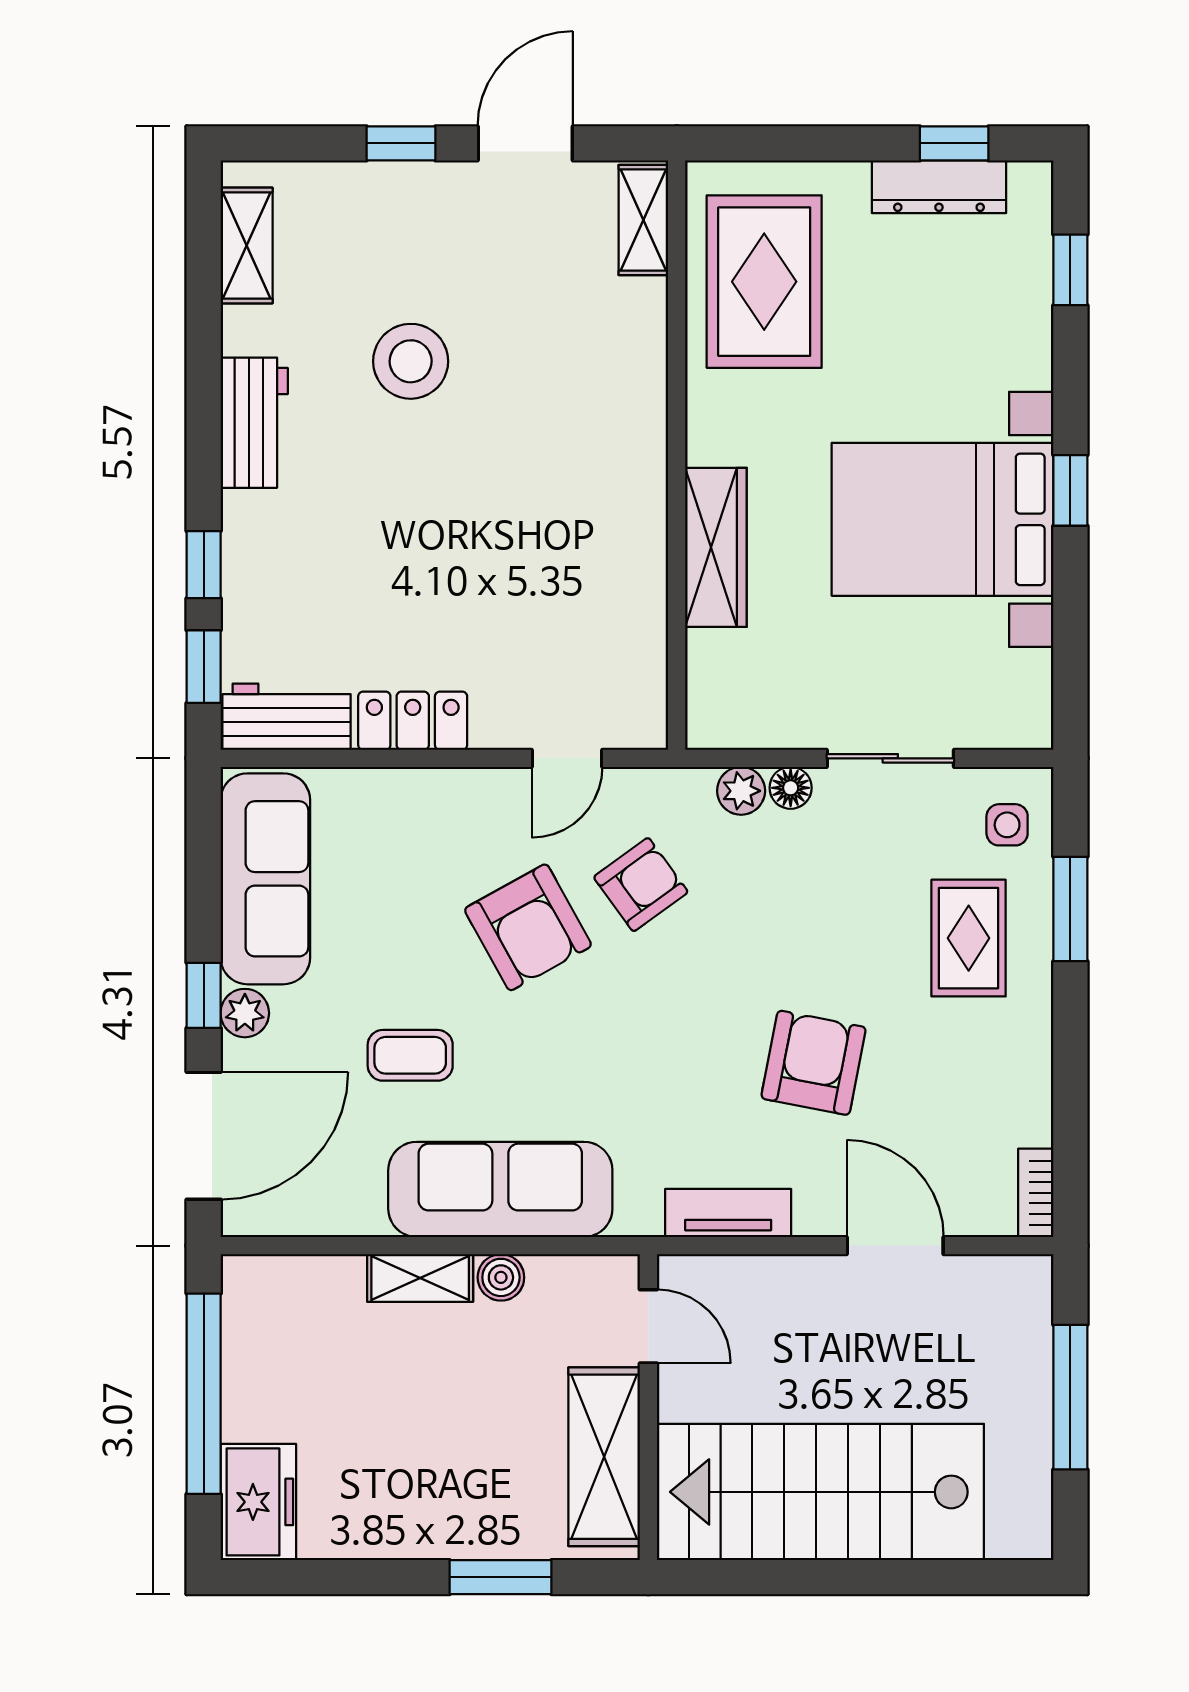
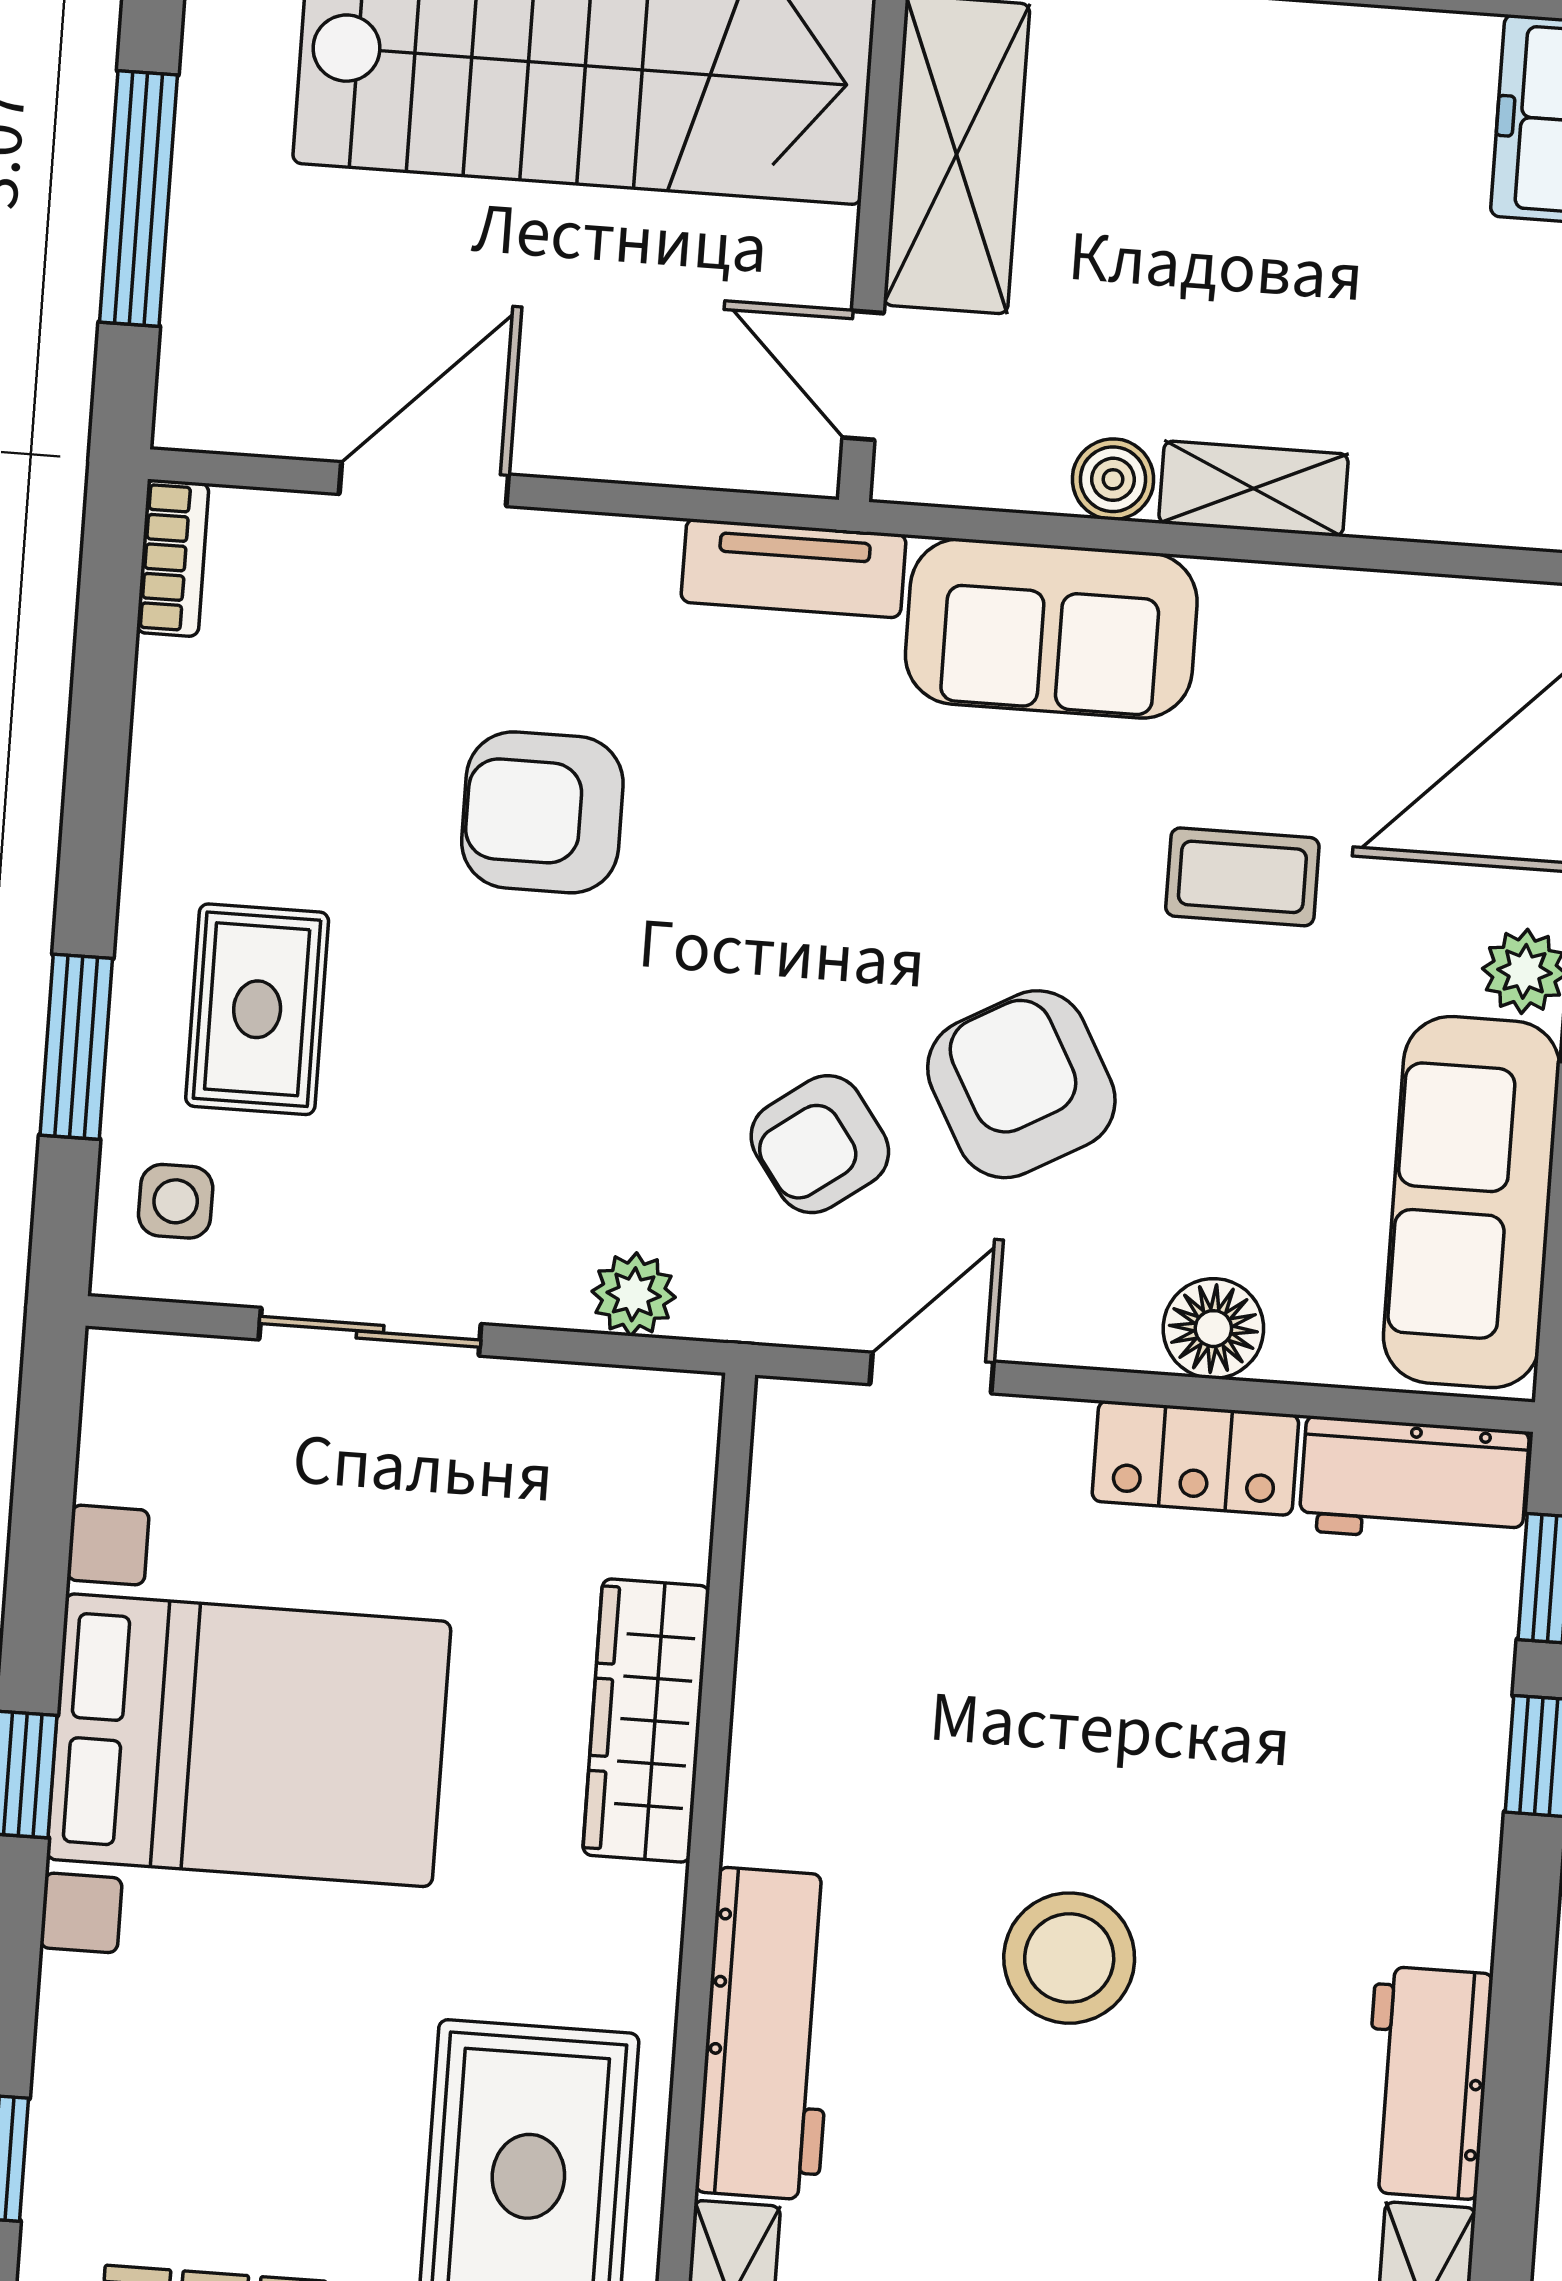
stool: (411, 361) -> (1069, 1958), moved
workbench: (633, 373) -> (768, 2034), added
workbench: (254, 423) -> (1426, 2083), moved
floor lamp: (791, 788) -> (1213, 1329), moved, width x1.37, depth x1.37
armchair: (814, 1063) -> (542, 812), turned 79
sofa: (500, 1189) -> (1051, 628), width x0.73
tv unit: (728, 1213) -> (794, 568), moved
door: (895, 1246) -> (424, 484), swing flipped

